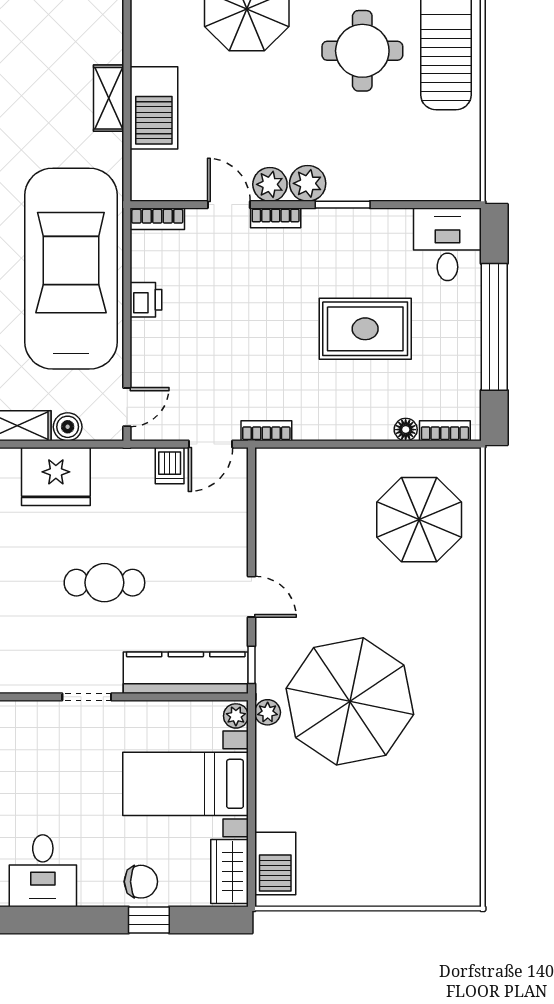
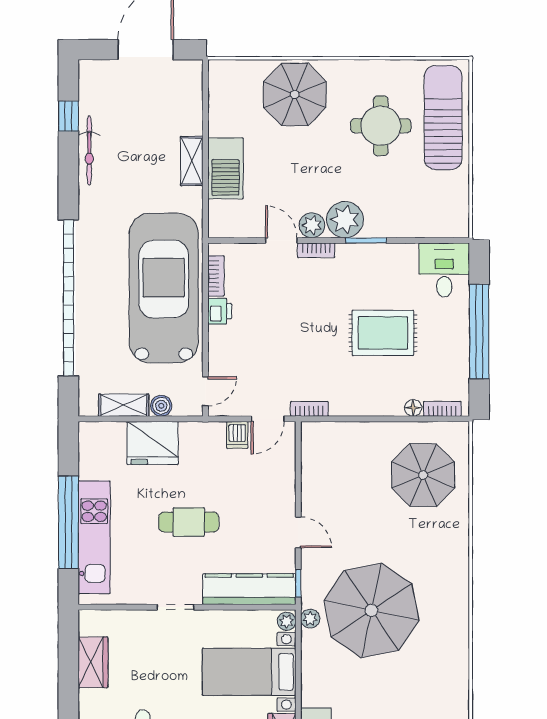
plant: (308, 183) -> (345, 220), width x1.36, depth x1.36
bookcase: (157, 219) -> (216, 276), moved, turned -90

